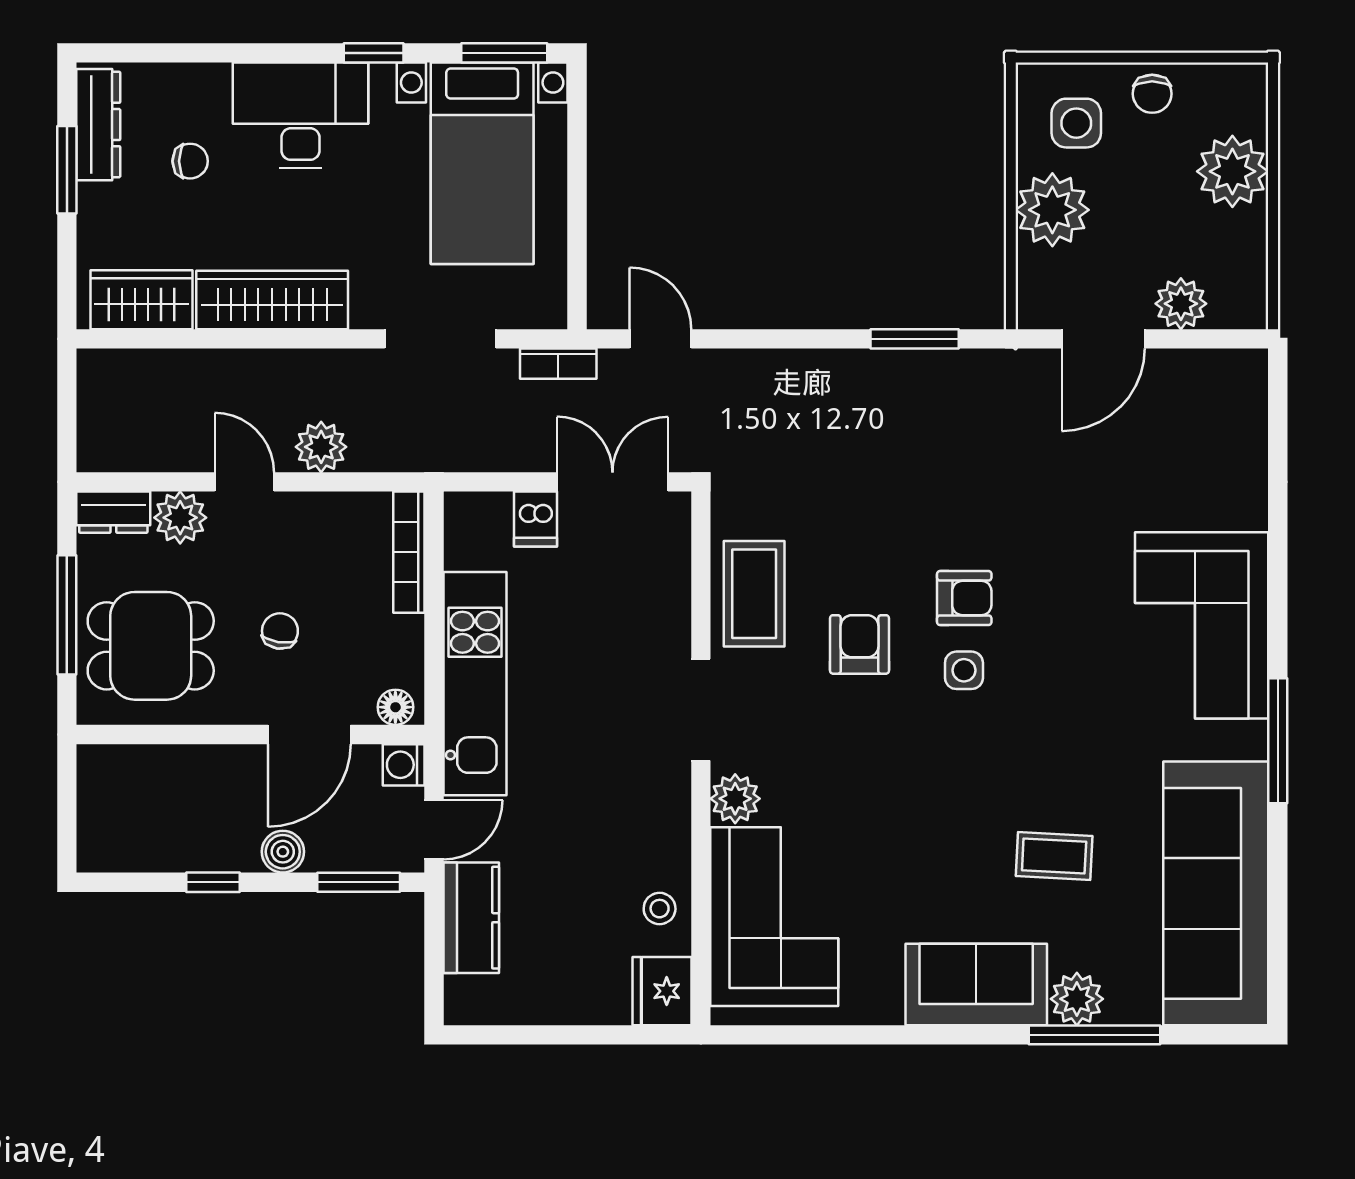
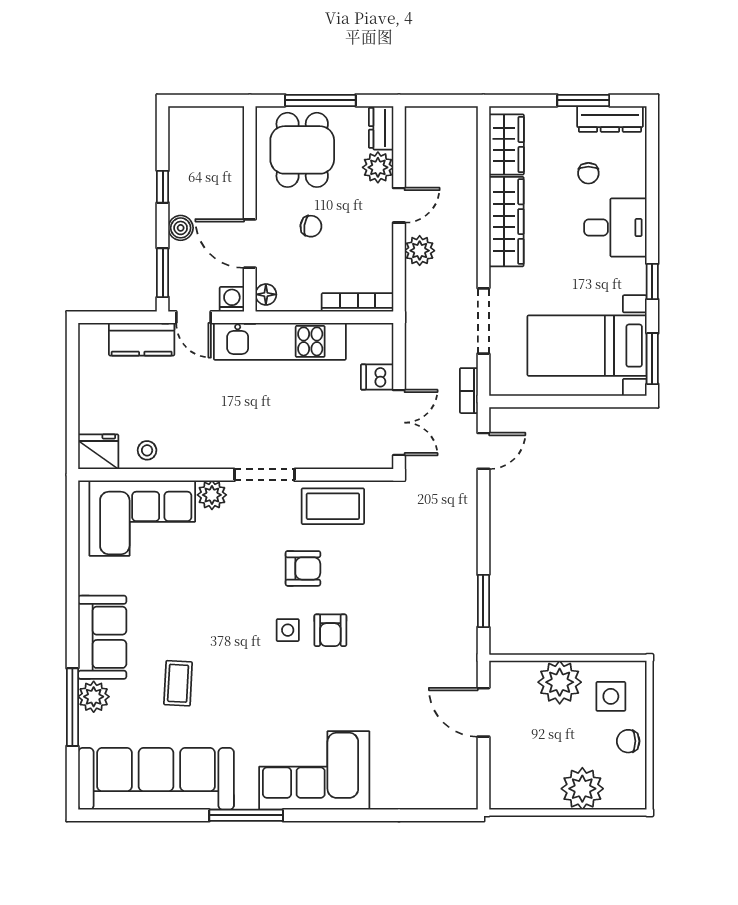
desk: (300, 115) -> (615, 228), width x0.73
plant: (1181, 304) -> (504, 758), removed

